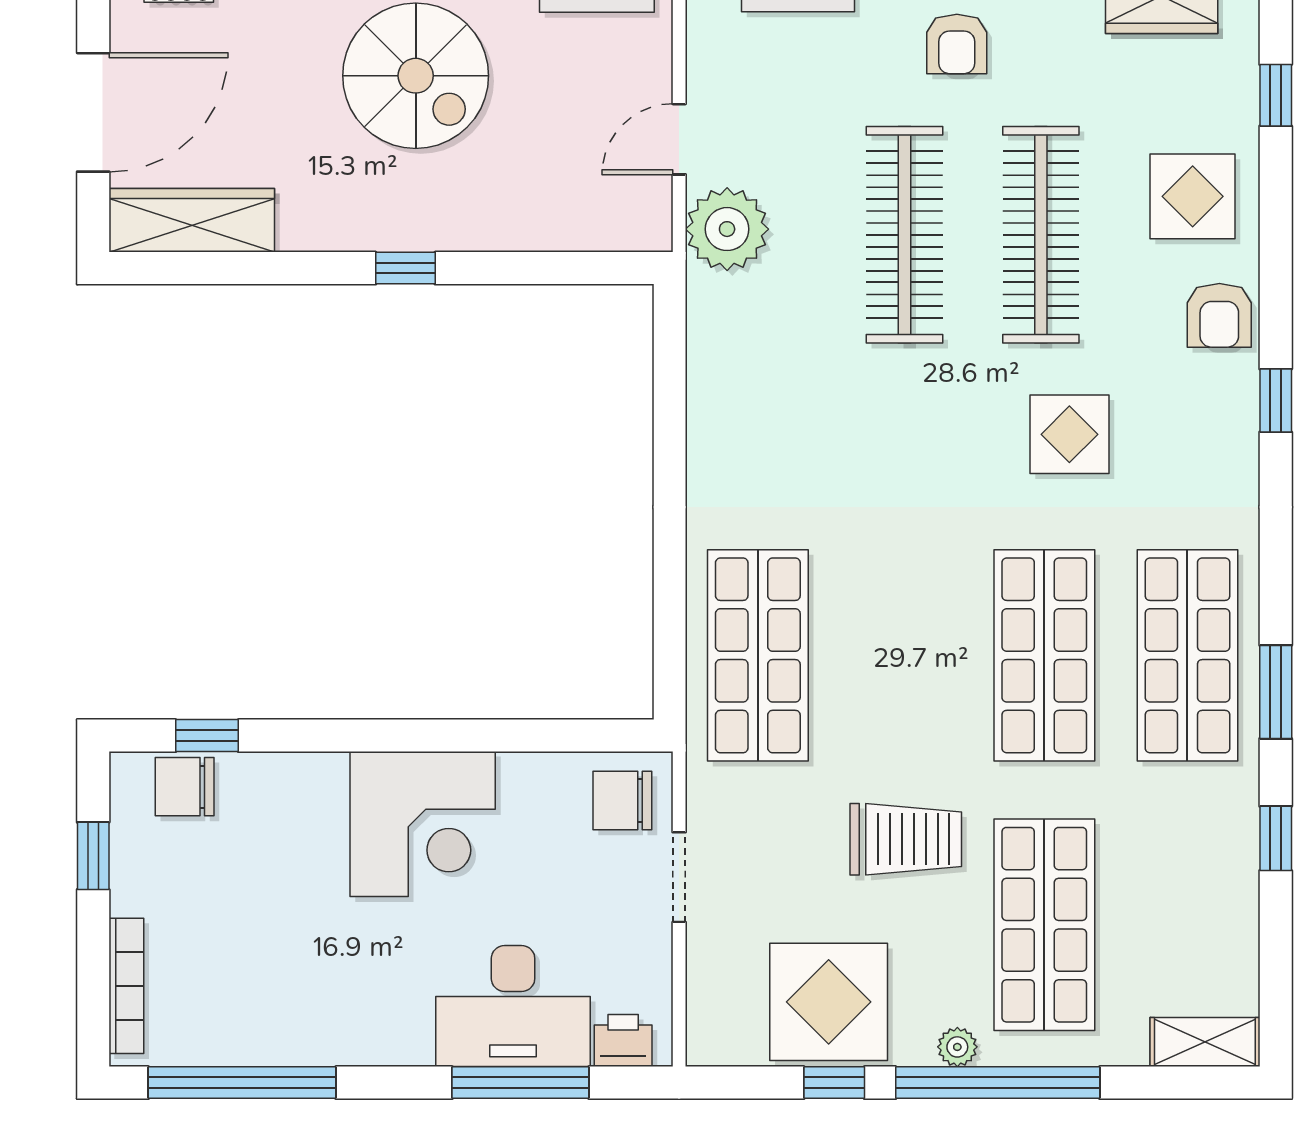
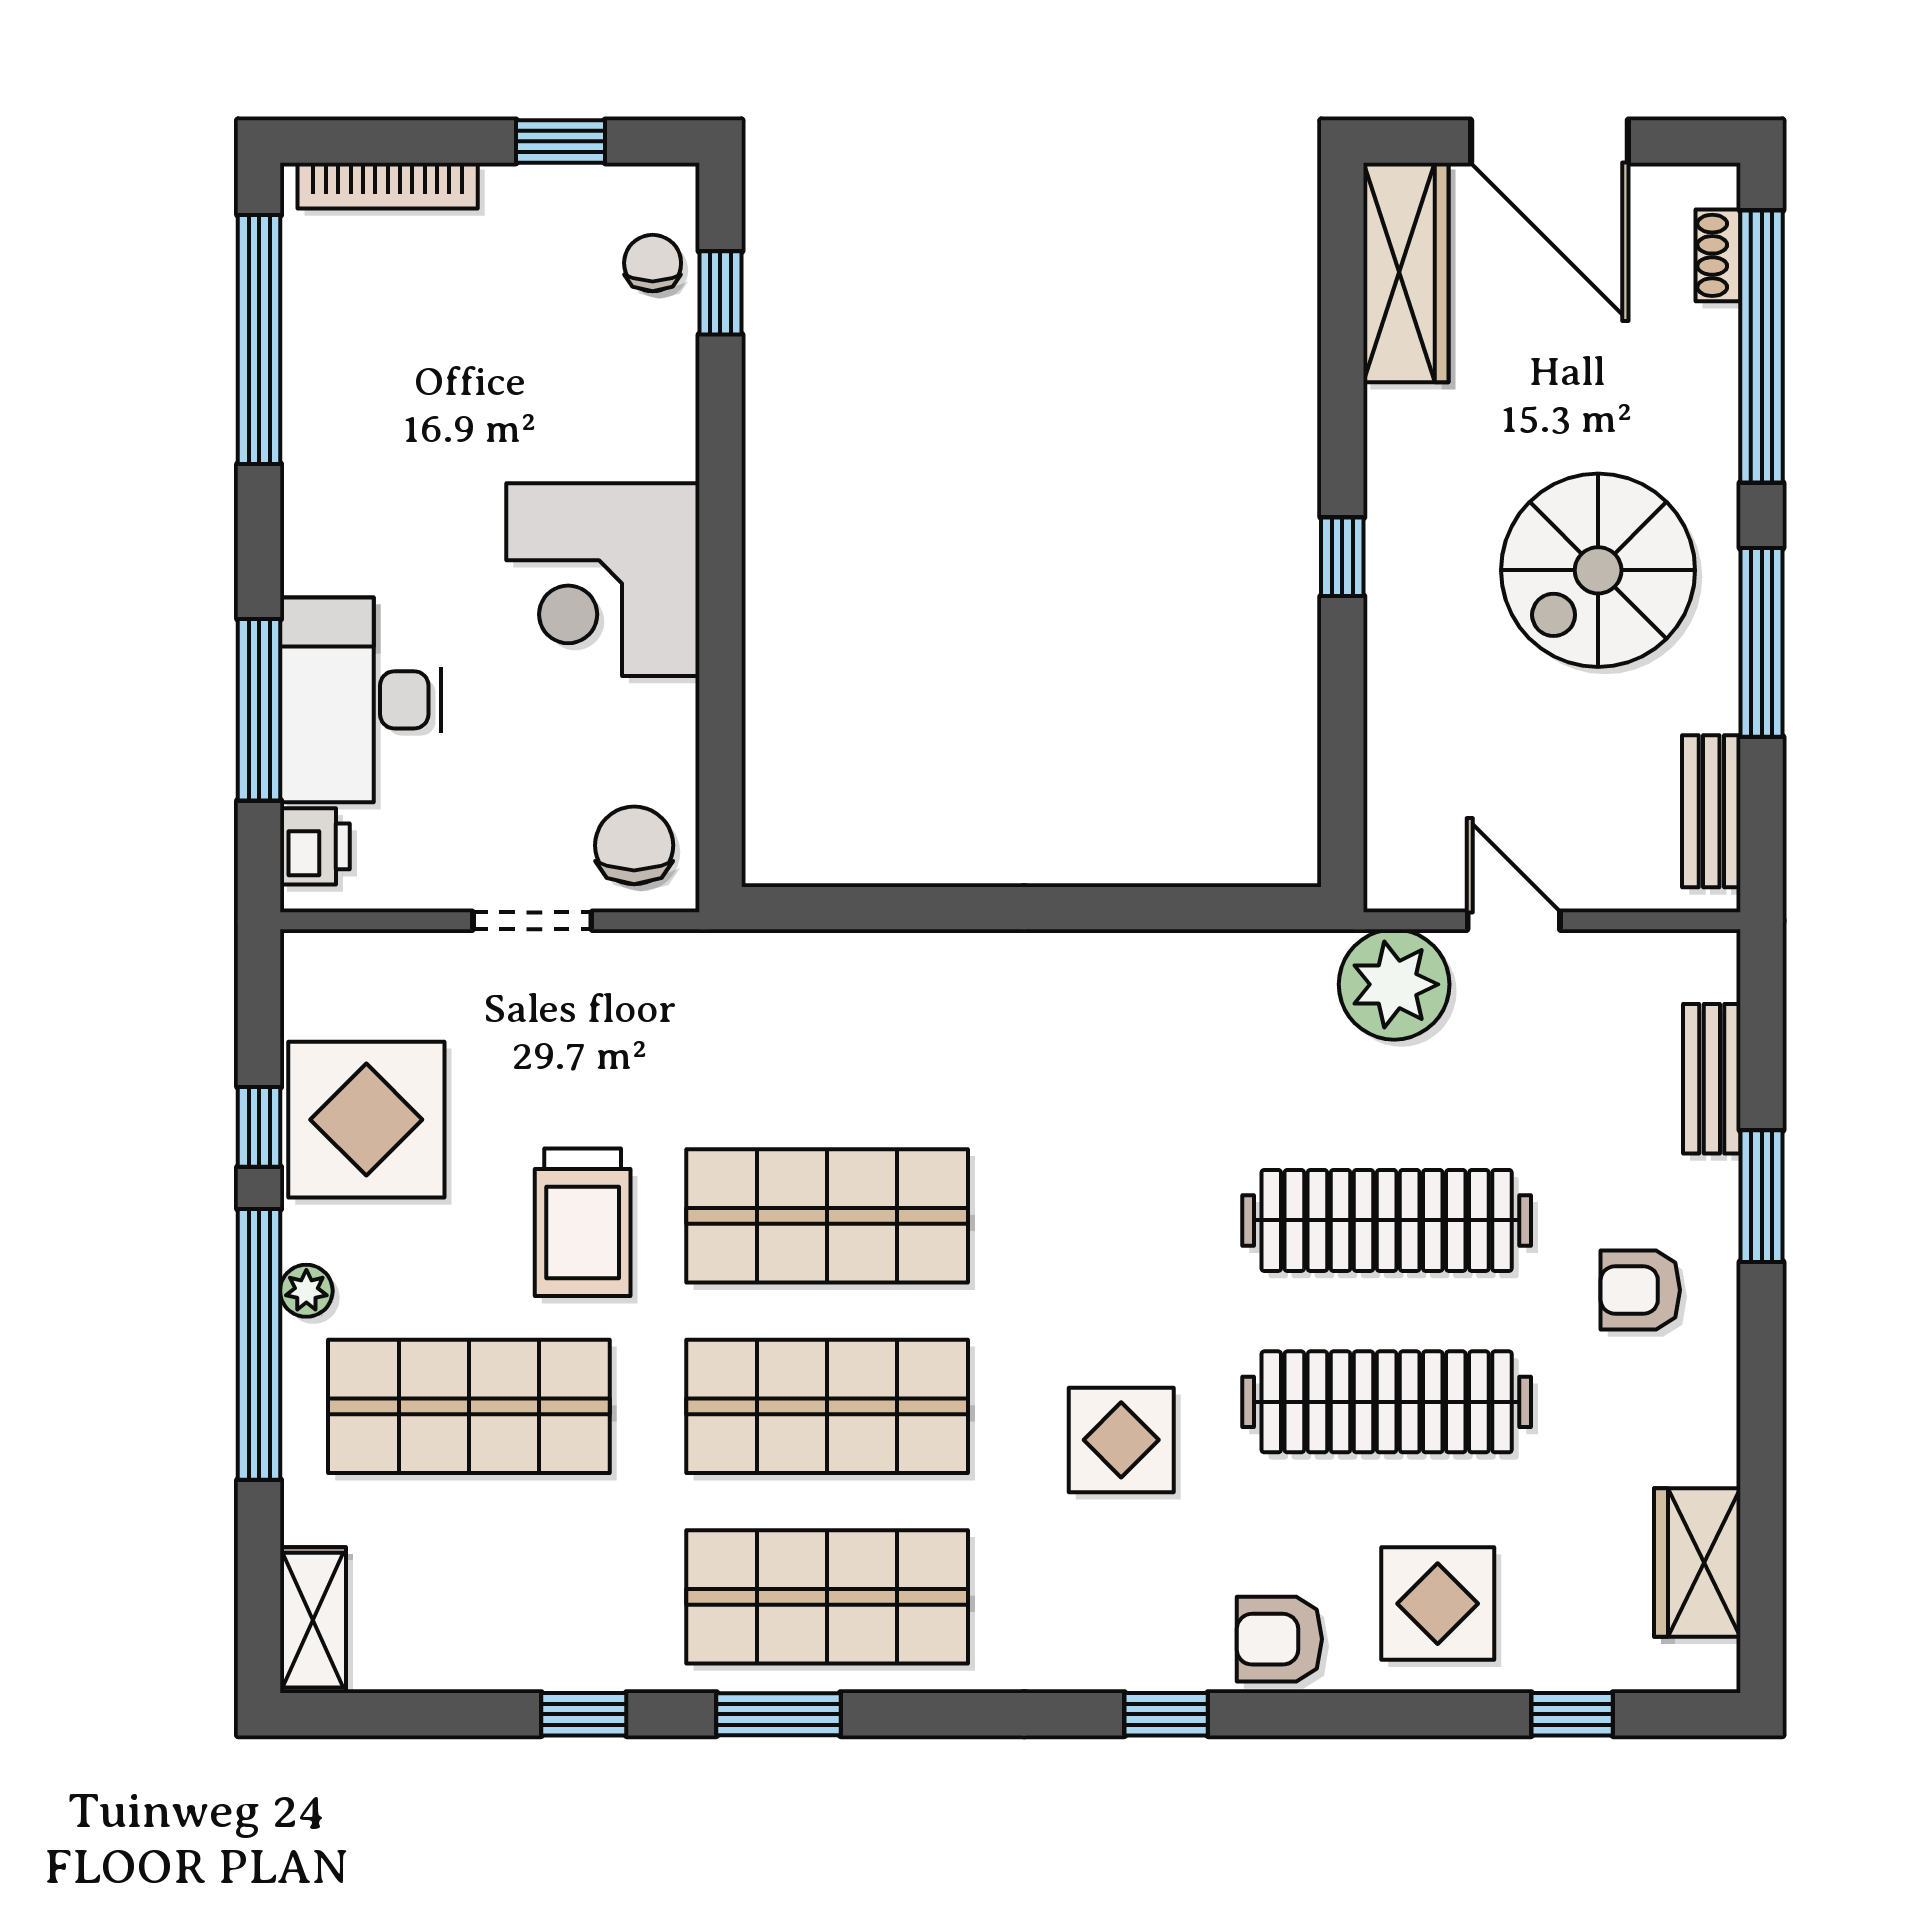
shop shelf: (758, 655) -> (827, 1216), moved
chair: (185, 787) -> (653, 263), width x0.73, depth x0.73

